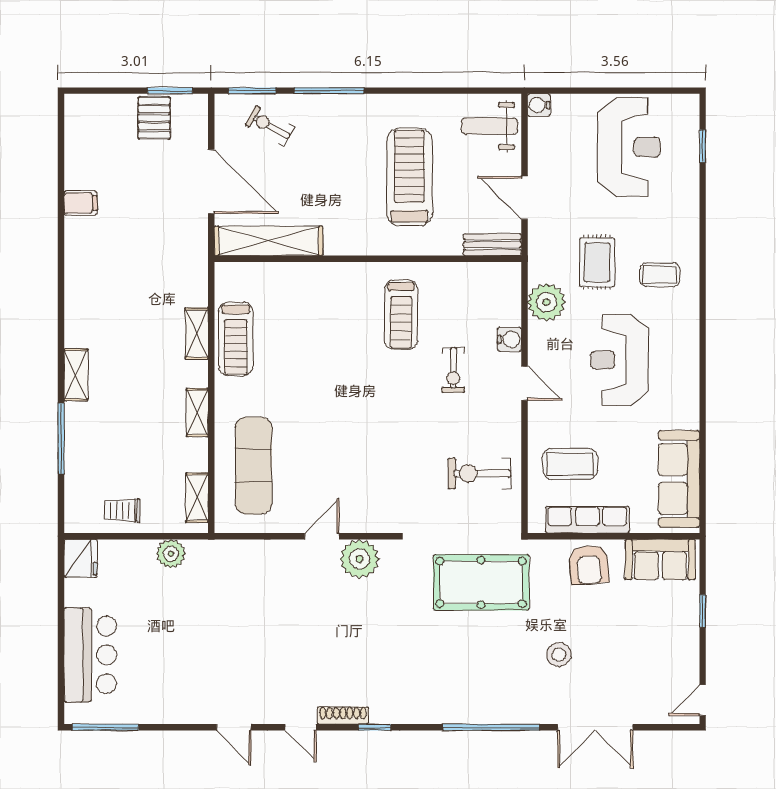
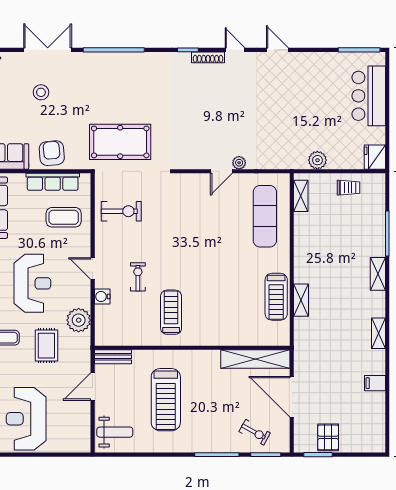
water cooler: (539, 105) -> (84, 446), removed
door: (524, 198) -> (93, 387), swing flipped
treadmill: (236, 339) -> (276, 297), turned 180
shelving: (197, 413) -> (378, 333), moved
plant: (359, 559) -> (239, 163), moved, width x0.53, depth x0.53
stool: (559, 655) -> (41, 92), moved

